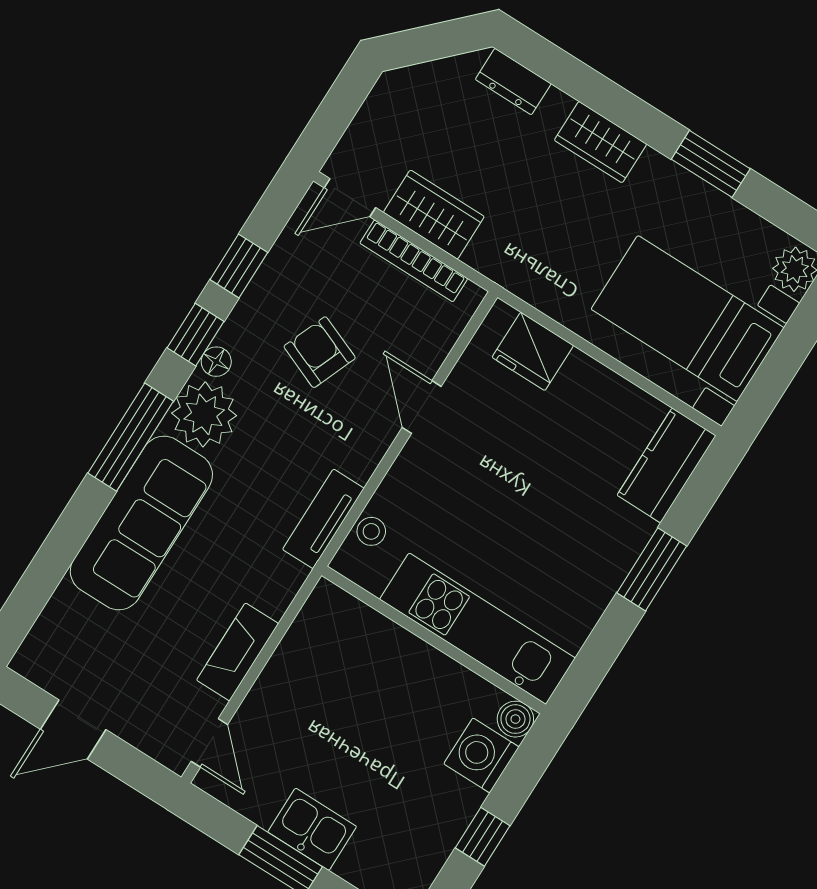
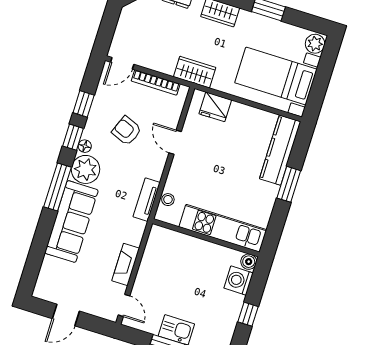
wardrobe: (434, 215) -> (195, 72), moved
kitchen counter: (666, 465) -> (280, 150), width x1.50

